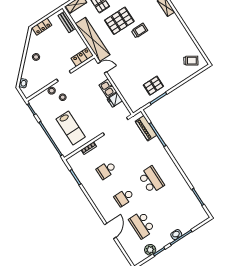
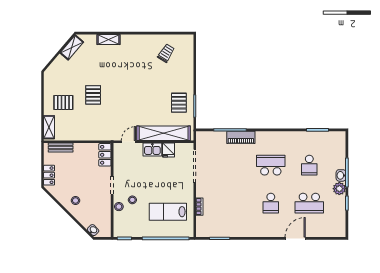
pallet: (119, 21) -> (93, 95), width x0.67, depth x0.71
trolley: (140, 31) -> (116, 81), removed
shelving: (93, 39) -> (164, 133), moved
trolley: (191, 61) -> (166, 53), moved
lab bench: (71, 128) -> (168, 212), turned 180
piano: (146, 128) -> (241, 137), moved
school desk: (106, 170) -> (309, 165), moved
door: (110, 231) -> (295, 238), hinge flipped
plant: (150, 250) -> (339, 189), moved

